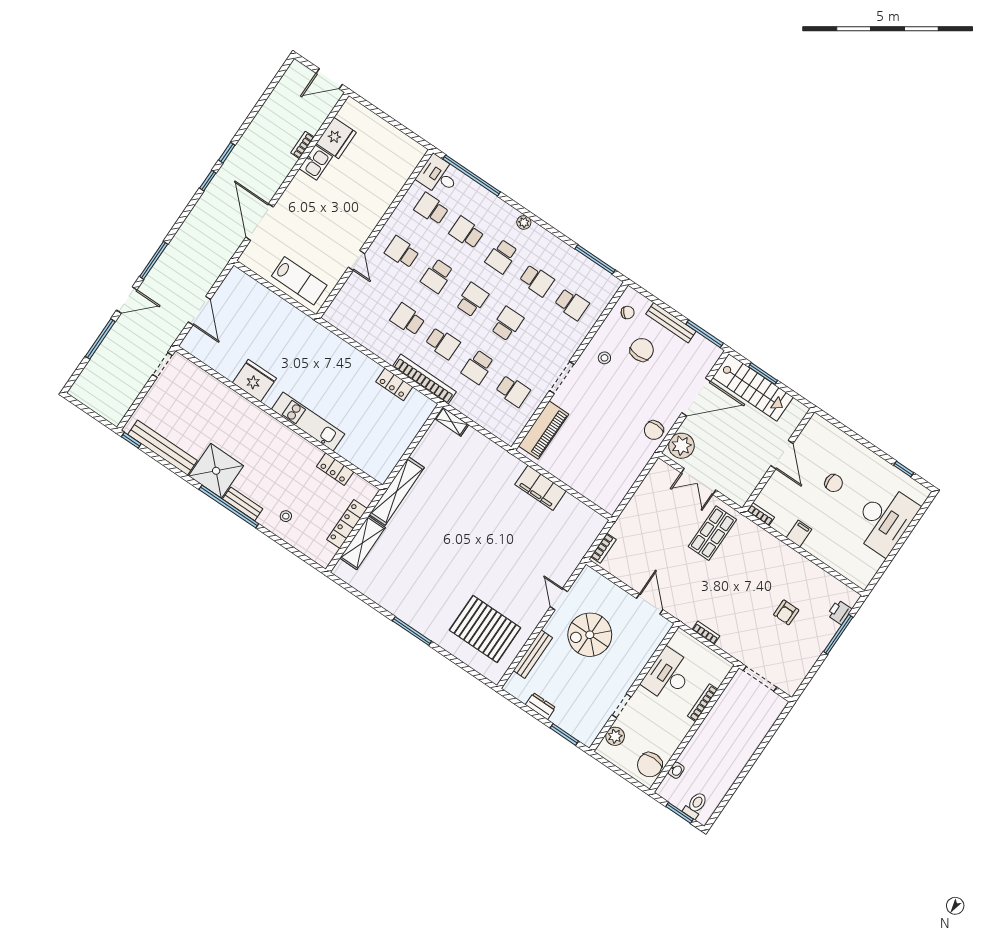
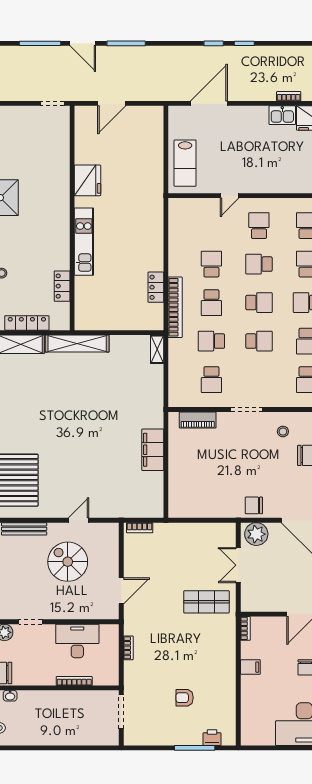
piano: (544, 430) -> (198, 420), width x0.73, depth x0.75

